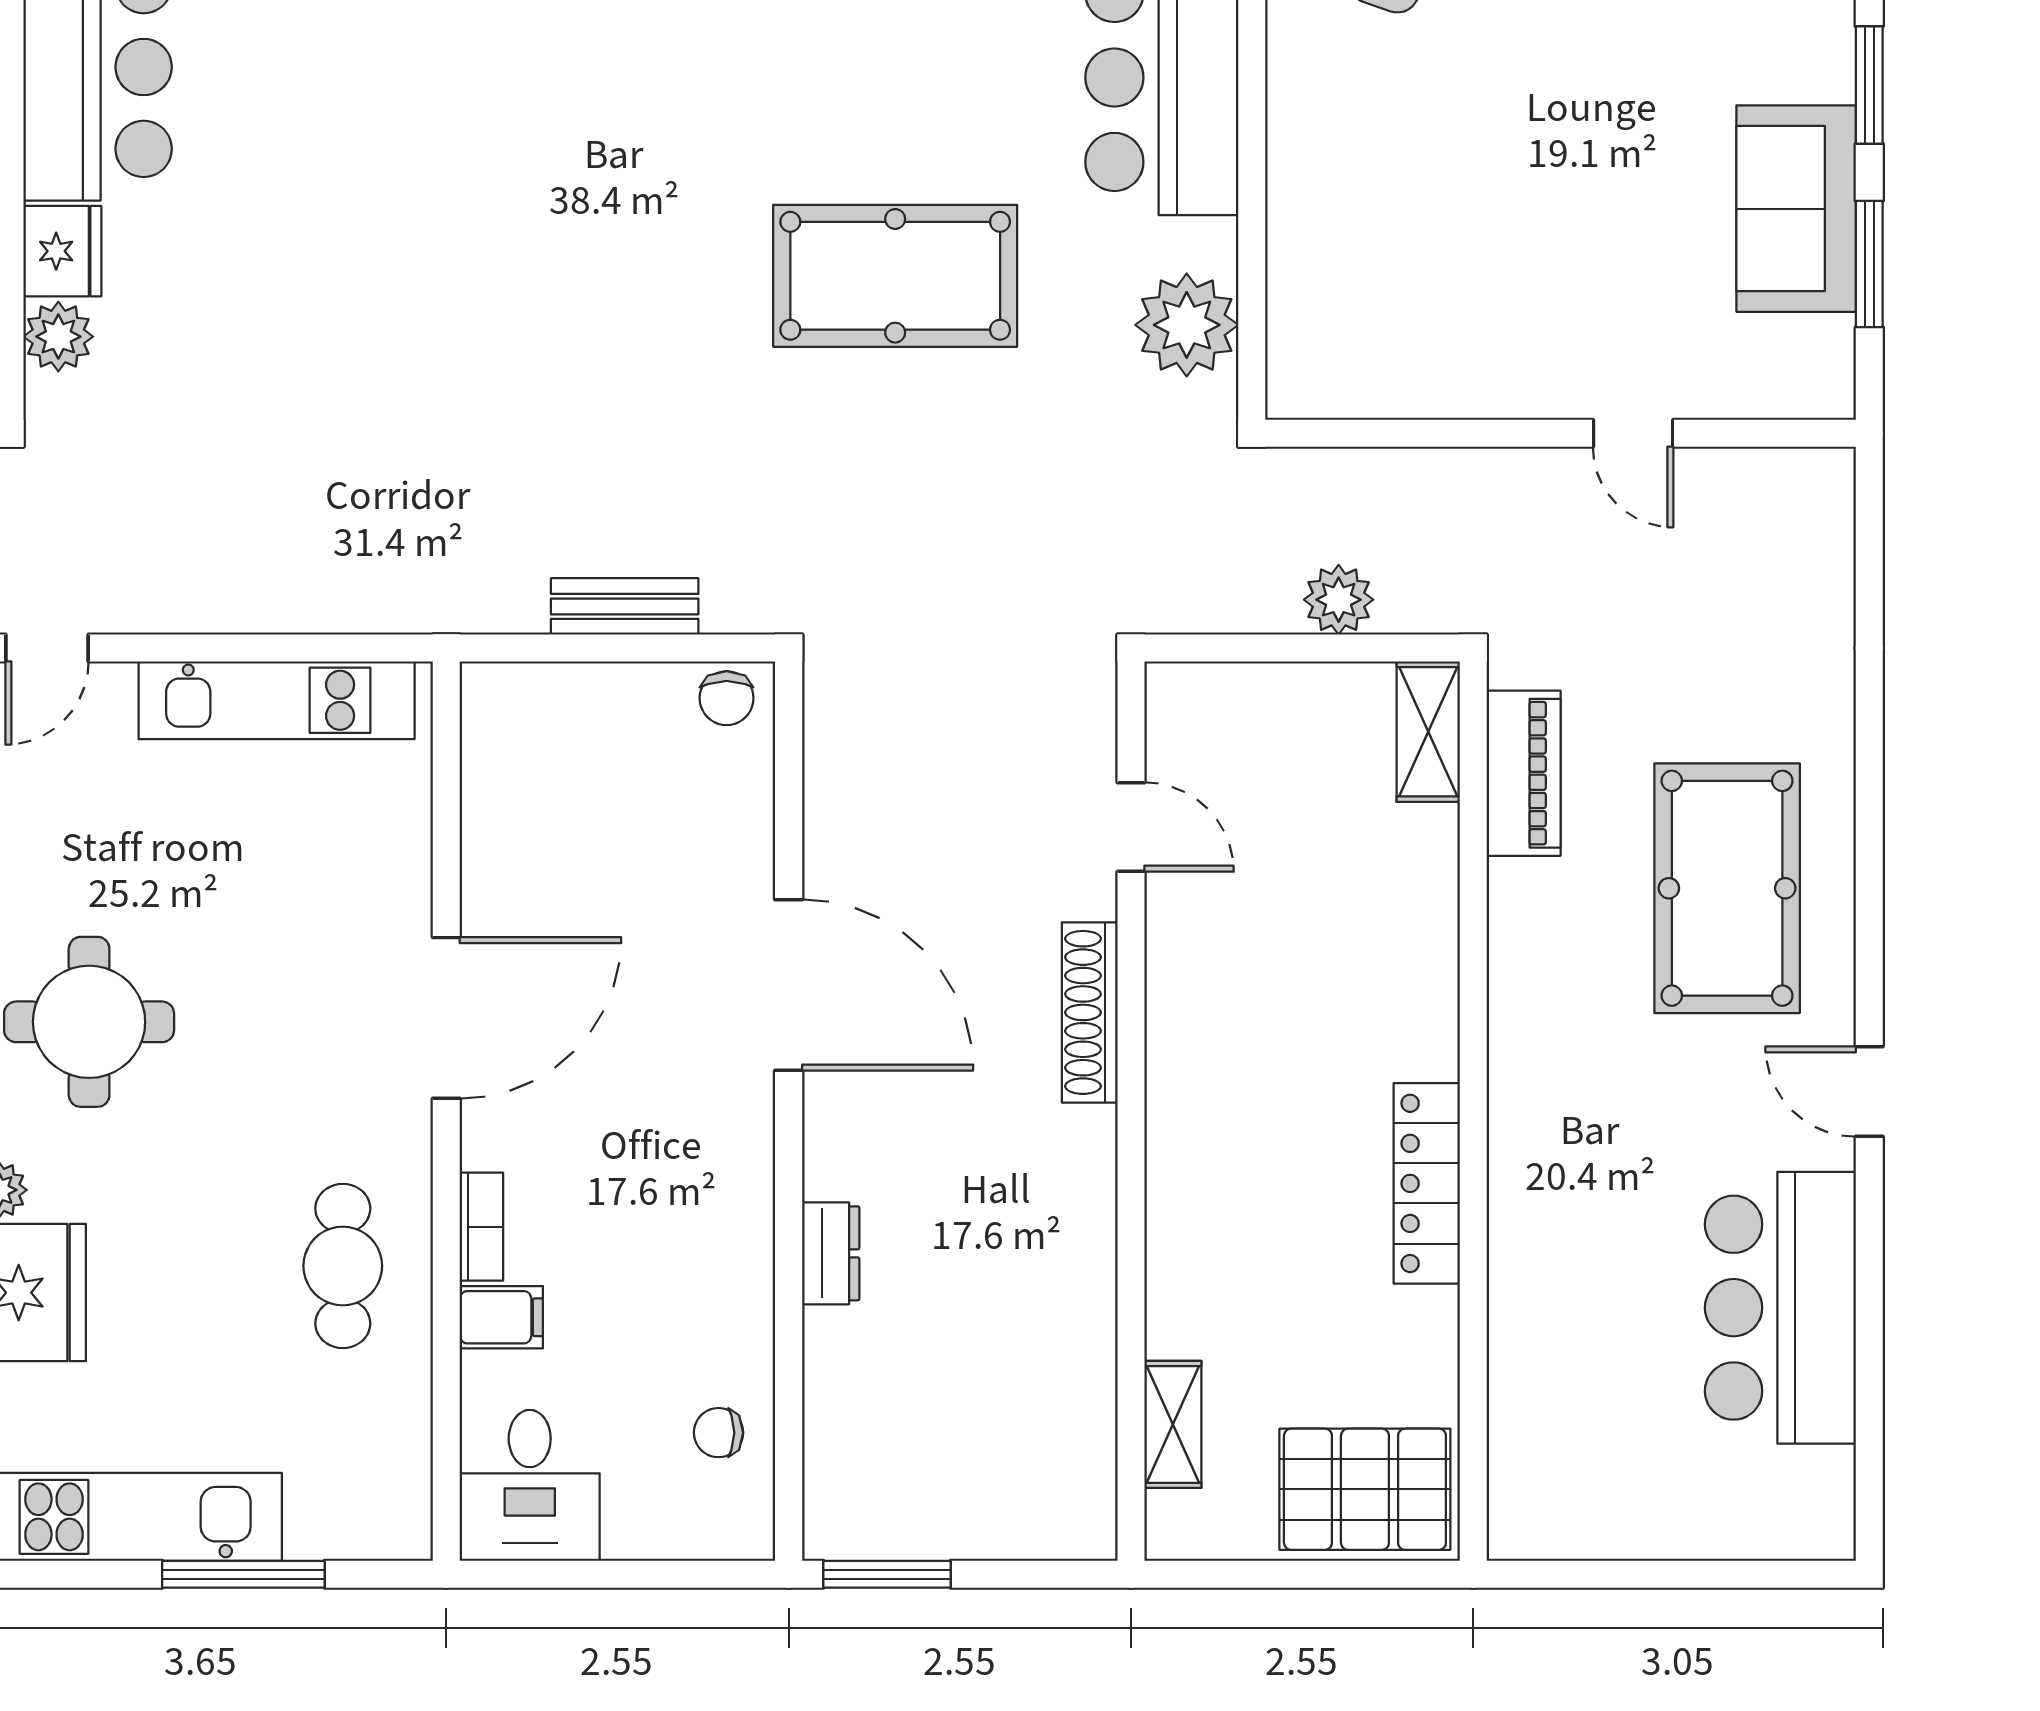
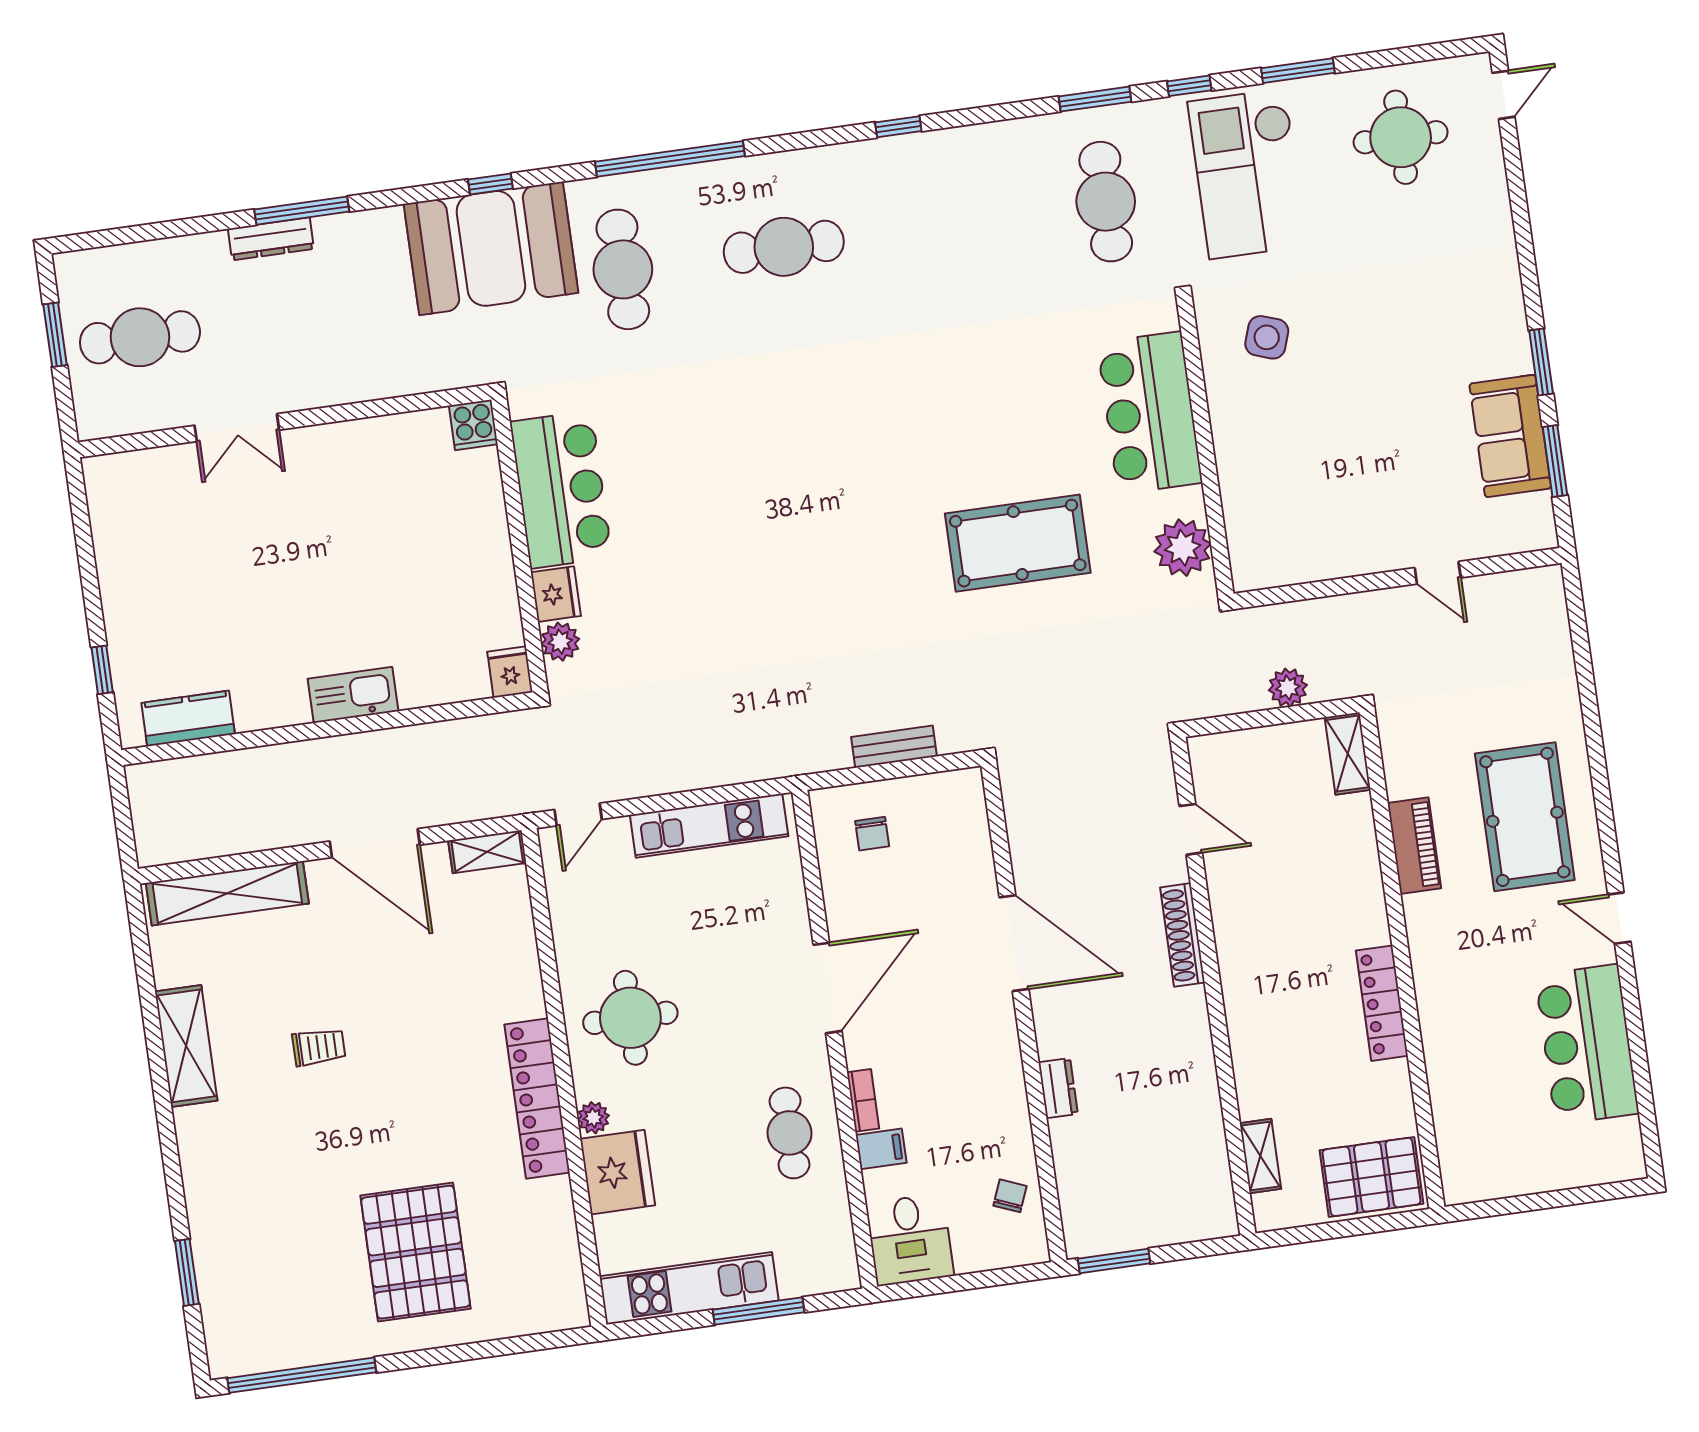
chair: (727, 698) -> (872, 834), moved
piano: (1524, 773) -> (1414, 846), moved
chair: (719, 1433) -> (1010, 1196), turned 112

